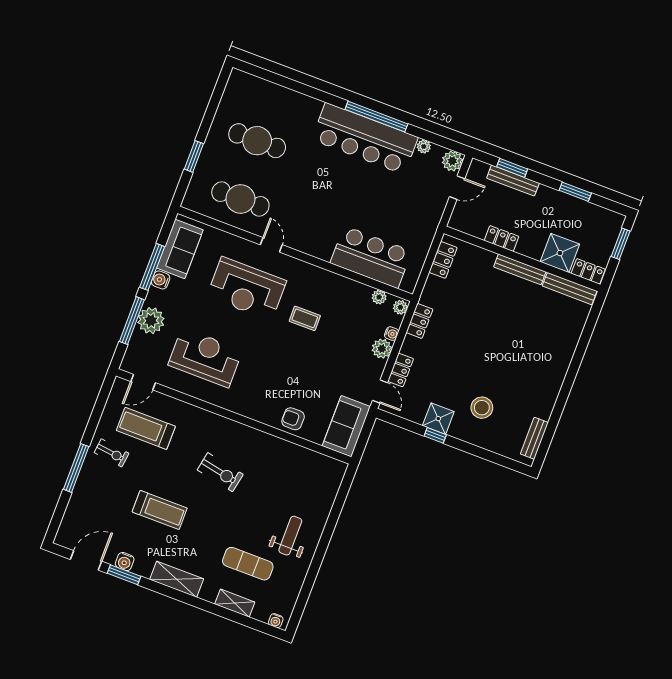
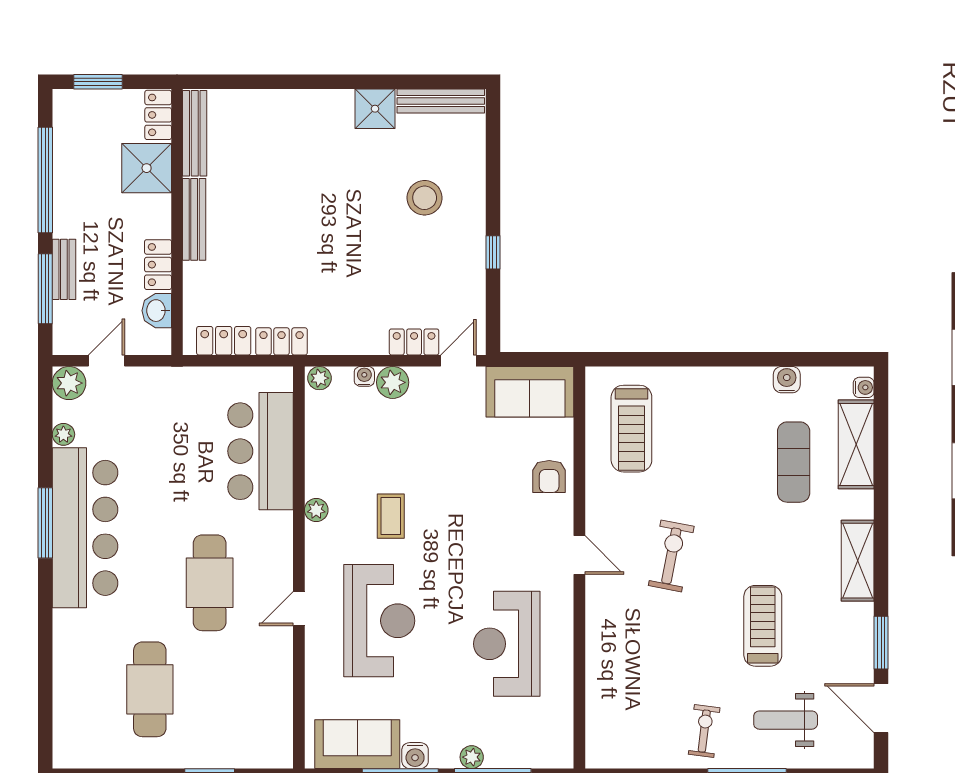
window: (376, 117) -> (45, 523), width x0.68
window: (512, 168) -> (45, 289), width x1.44
bench: (513, 181) -> (64, 269), width x0.73
door: (457, 188) -> (107, 361), hinge flipped
window: (575, 192) -> (45, 180), width x2.11
cafe table: (240, 199) -> (210, 583), moved
washbasin: (475, 228) -> (157, 311), added
plant: (379, 297) -> (316, 510), moved
plant: (151, 321) -> (472, 757), width x0.53, depth x0.53
locker: (419, 321) -> (281, 341), moved
door: (143, 382) -> (579, 555), moved
shower: (438, 419) -> (375, 109), moved
treadmill: (146, 428) -> (631, 429), moved
bench: (534, 438) -> (441, 101), width x1.36
weight bench: (290, 536) -> (786, 720), moved
water cooler: (125, 562) -> (787, 380), moved, turned -90
shelving: (235, 603) -> (856, 444), width x1.50, depth x1.33

